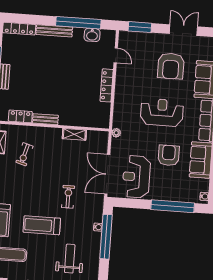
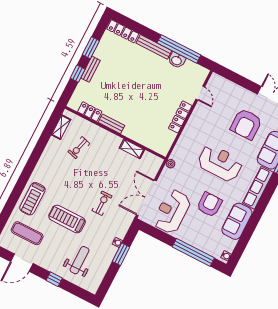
window: (140, 27) -> (233, 77), removed
washbasin: (92, 35) -> (177, 60), moved
window: (106, 237) -> (121, 254), width x0.47

